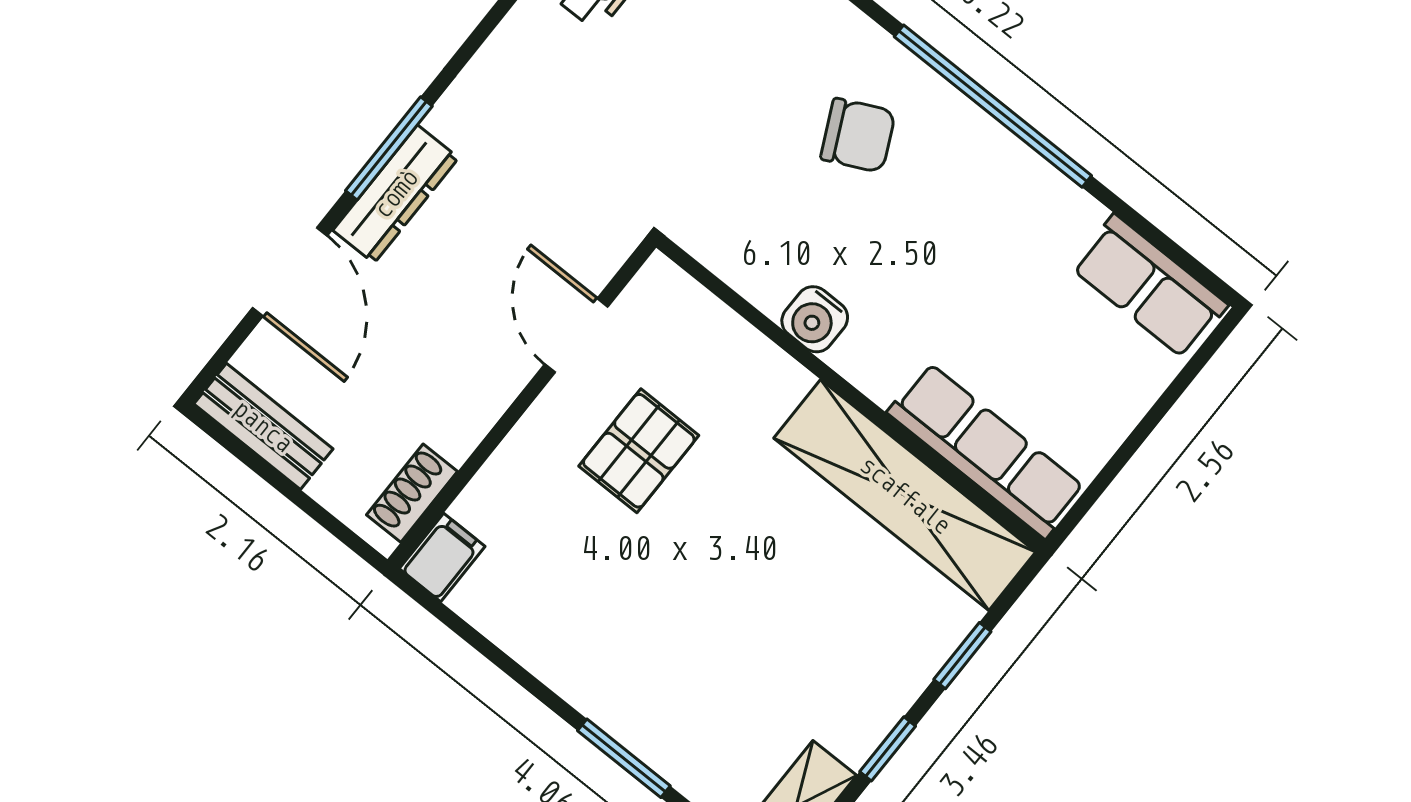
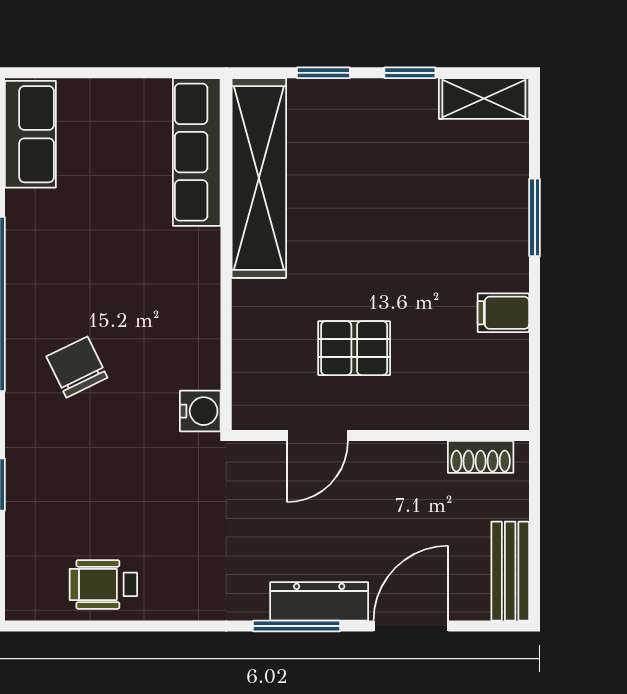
water cooler: (815, 319) -> (200, 411), moved
filing cabinet: (442, 558) -> (503, 313), moved

